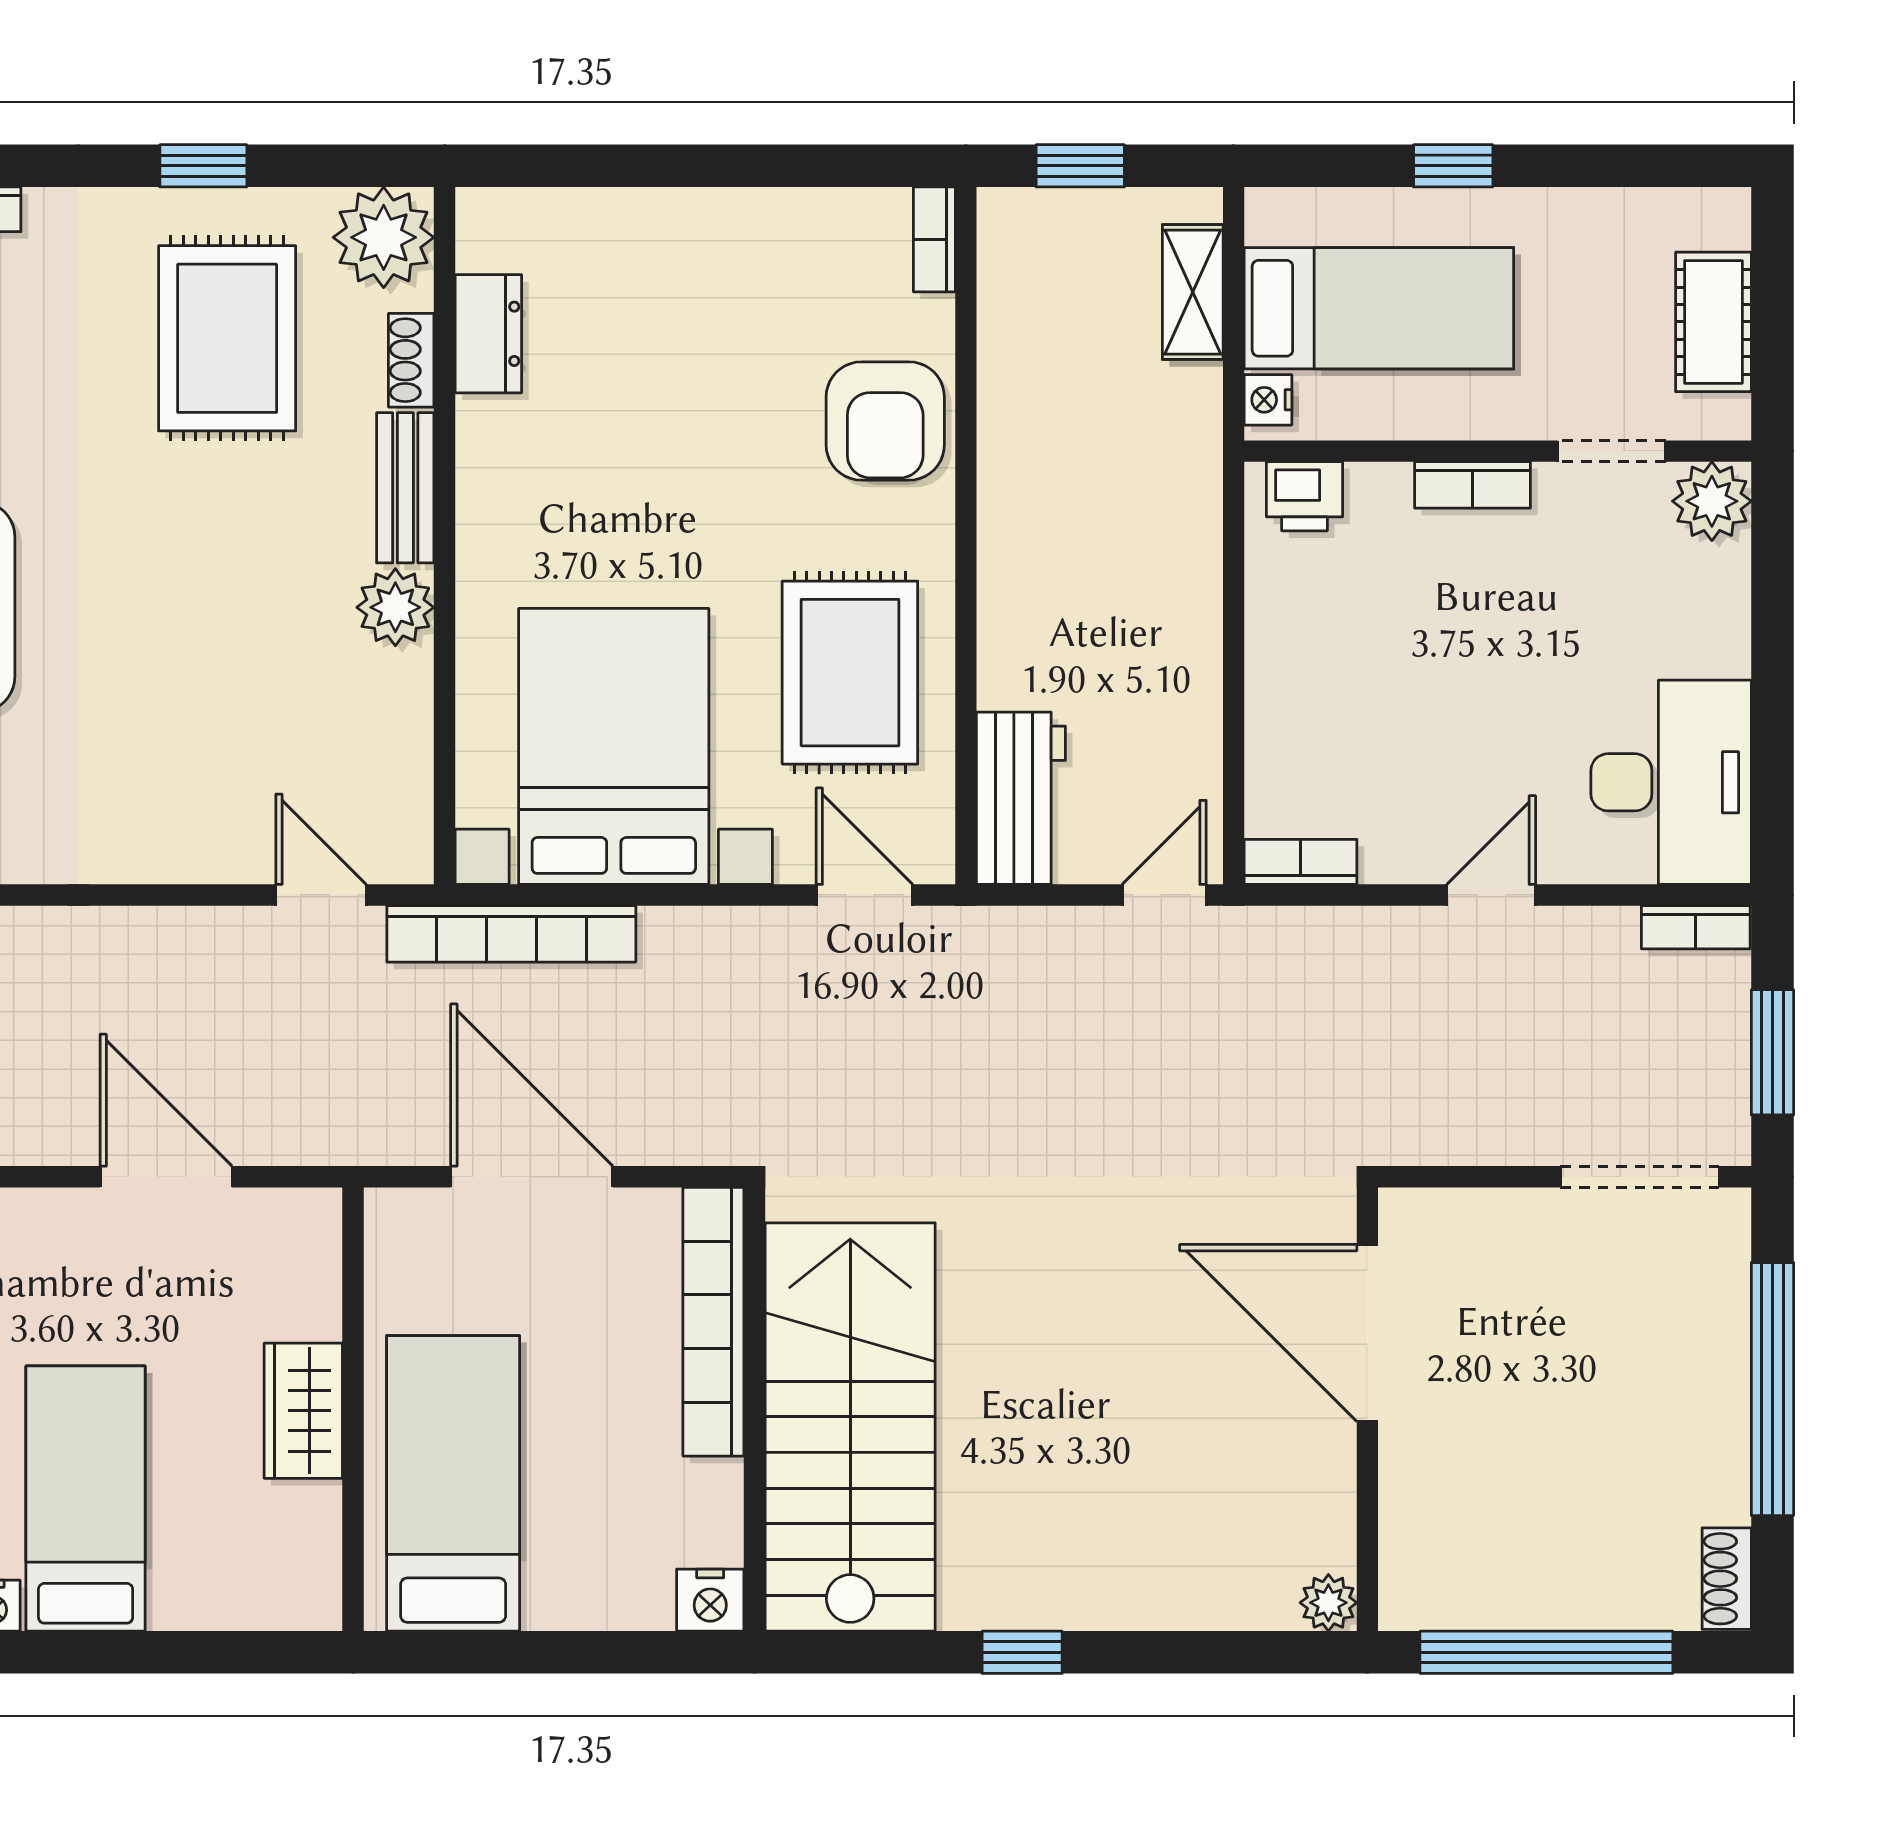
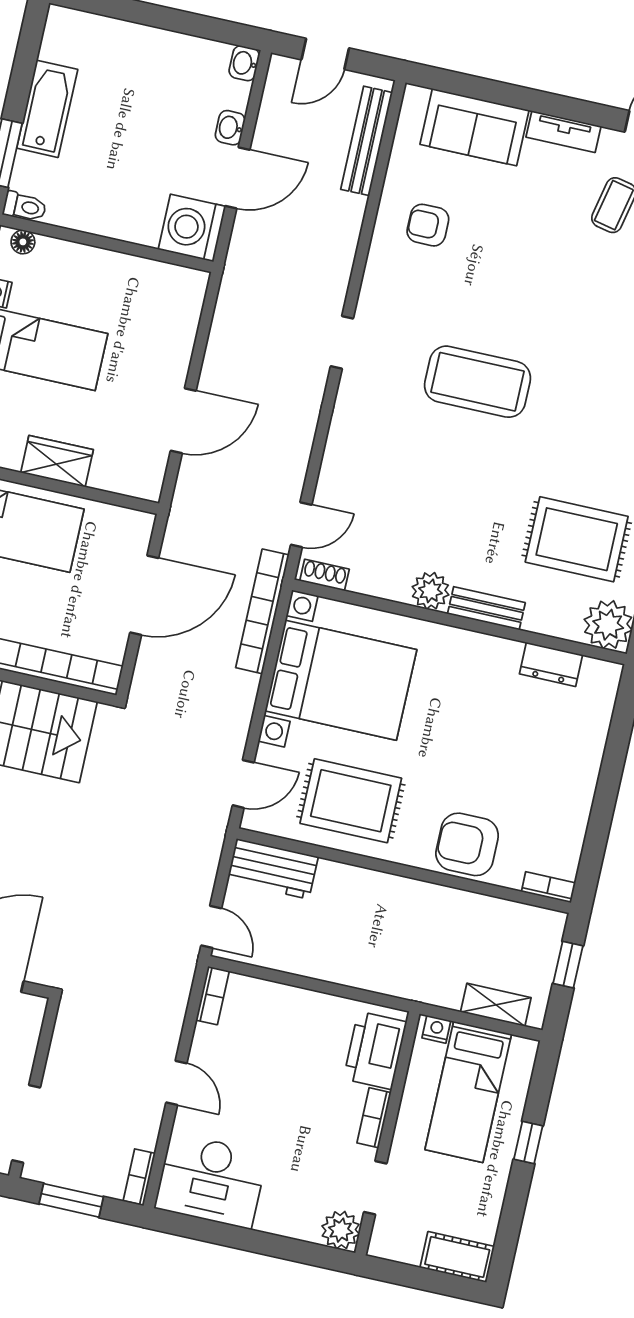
cot: (1713, 322) -> (457, 1257), moved
shoe rack: (411, 360) -> (324, 575), moved
printer: (1305, 496) -> (375, 1050), width x1.87, depth x1.48

